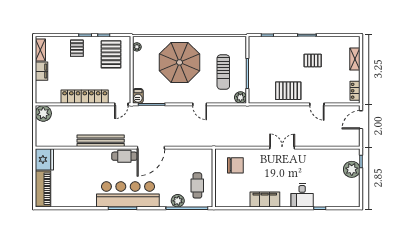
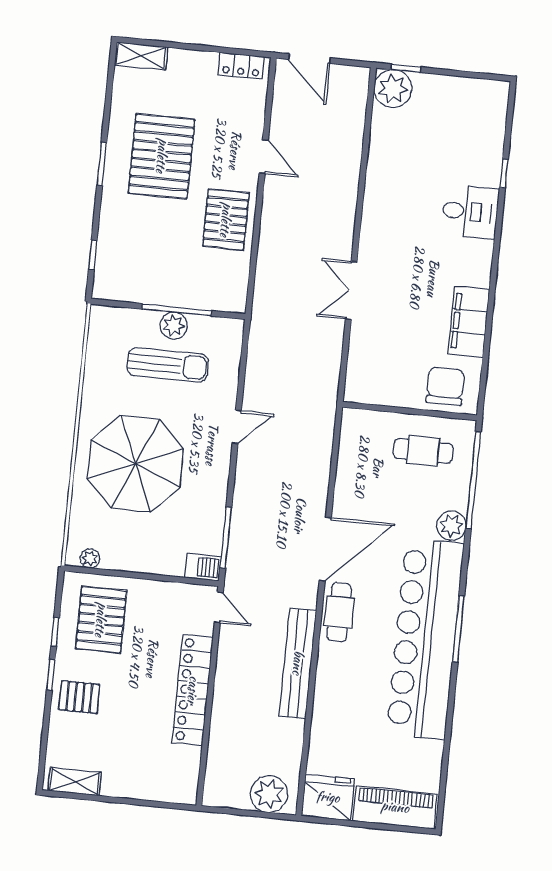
pallet: (111, 54) -> (101, 620), turned 90
shelving: (355, 59) -> (141, 56), moved
pallet: (313, 60) -> (162, 156), width x2.05, depth x2.00
filing cabinet: (41, 71) -> (124, 784), removed
plant: (240, 97) -> (174, 326), moved
door: (317, 104) -> (264, 157), hinge flipped
plant: (43, 113) -> (269, 794), moved
door: (151, 148) -> (325, 549), hinge flipped
double door: (282, 148) -> (351, 291), moved
chair: (235, 165) -> (445, 386), moved
plant: (352, 169) -> (393, 88), moved
bar counter: (128, 194) -> (425, 639), width x1.36
filing cabinet: (265, 199) -> (469, 322), moved
plant: (178, 201) -> (451, 526), moved

